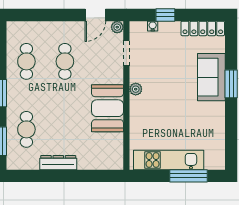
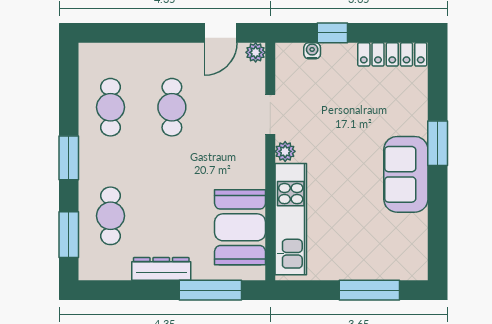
doorway: (126, 53) -> (270, 114), moved
sofa: (211, 77) -> (406, 174), moved
booth: (108, 108) -> (240, 227), moved
kitchen unit: (169, 160) -> (291, 219), moved, turned 90
window: (89, 176) -> (210, 290), added

